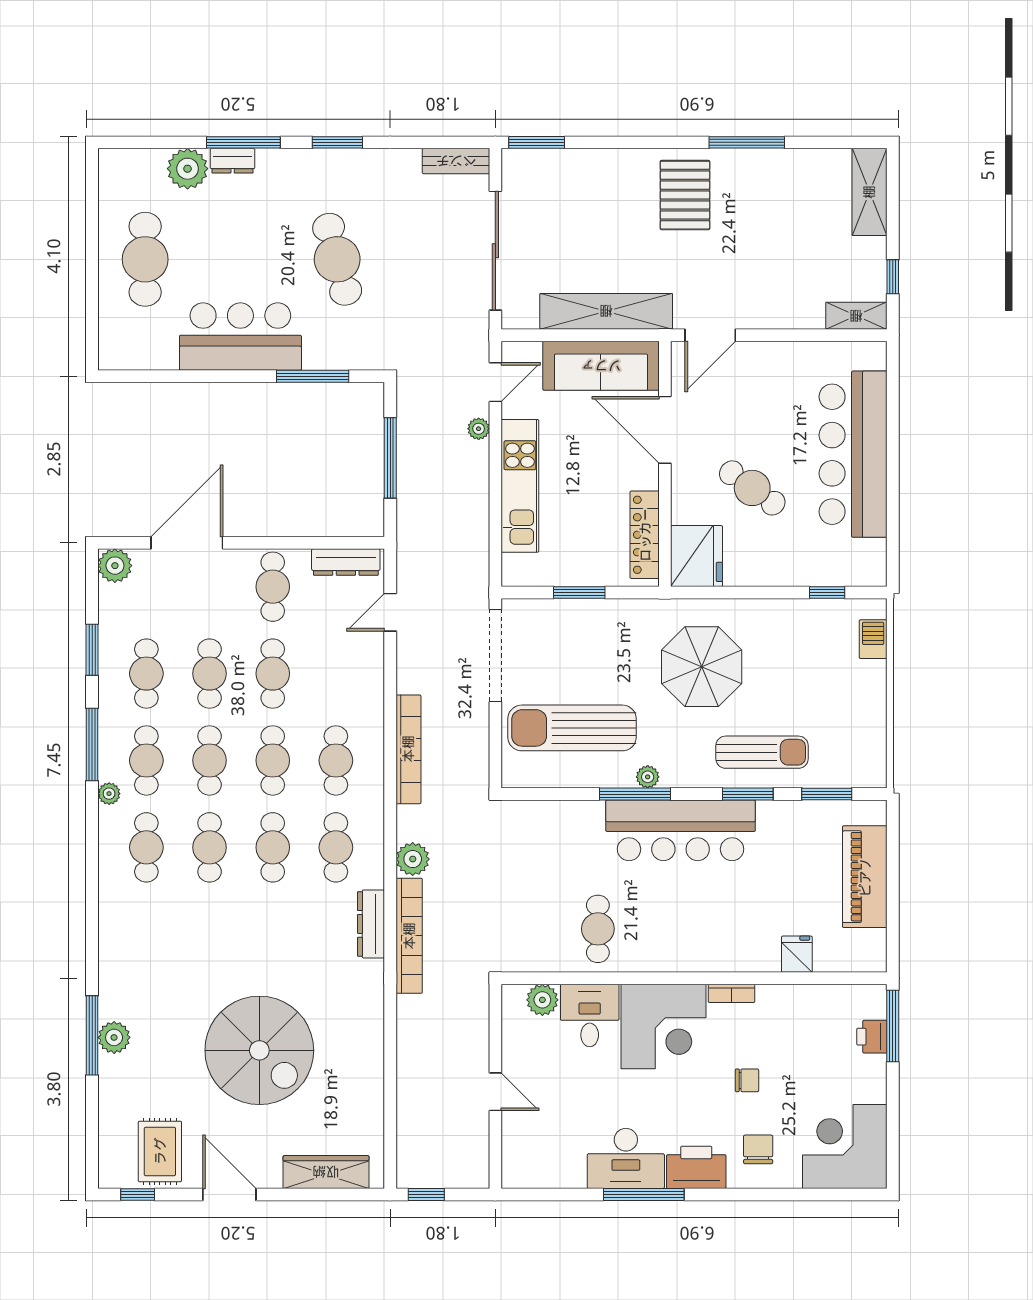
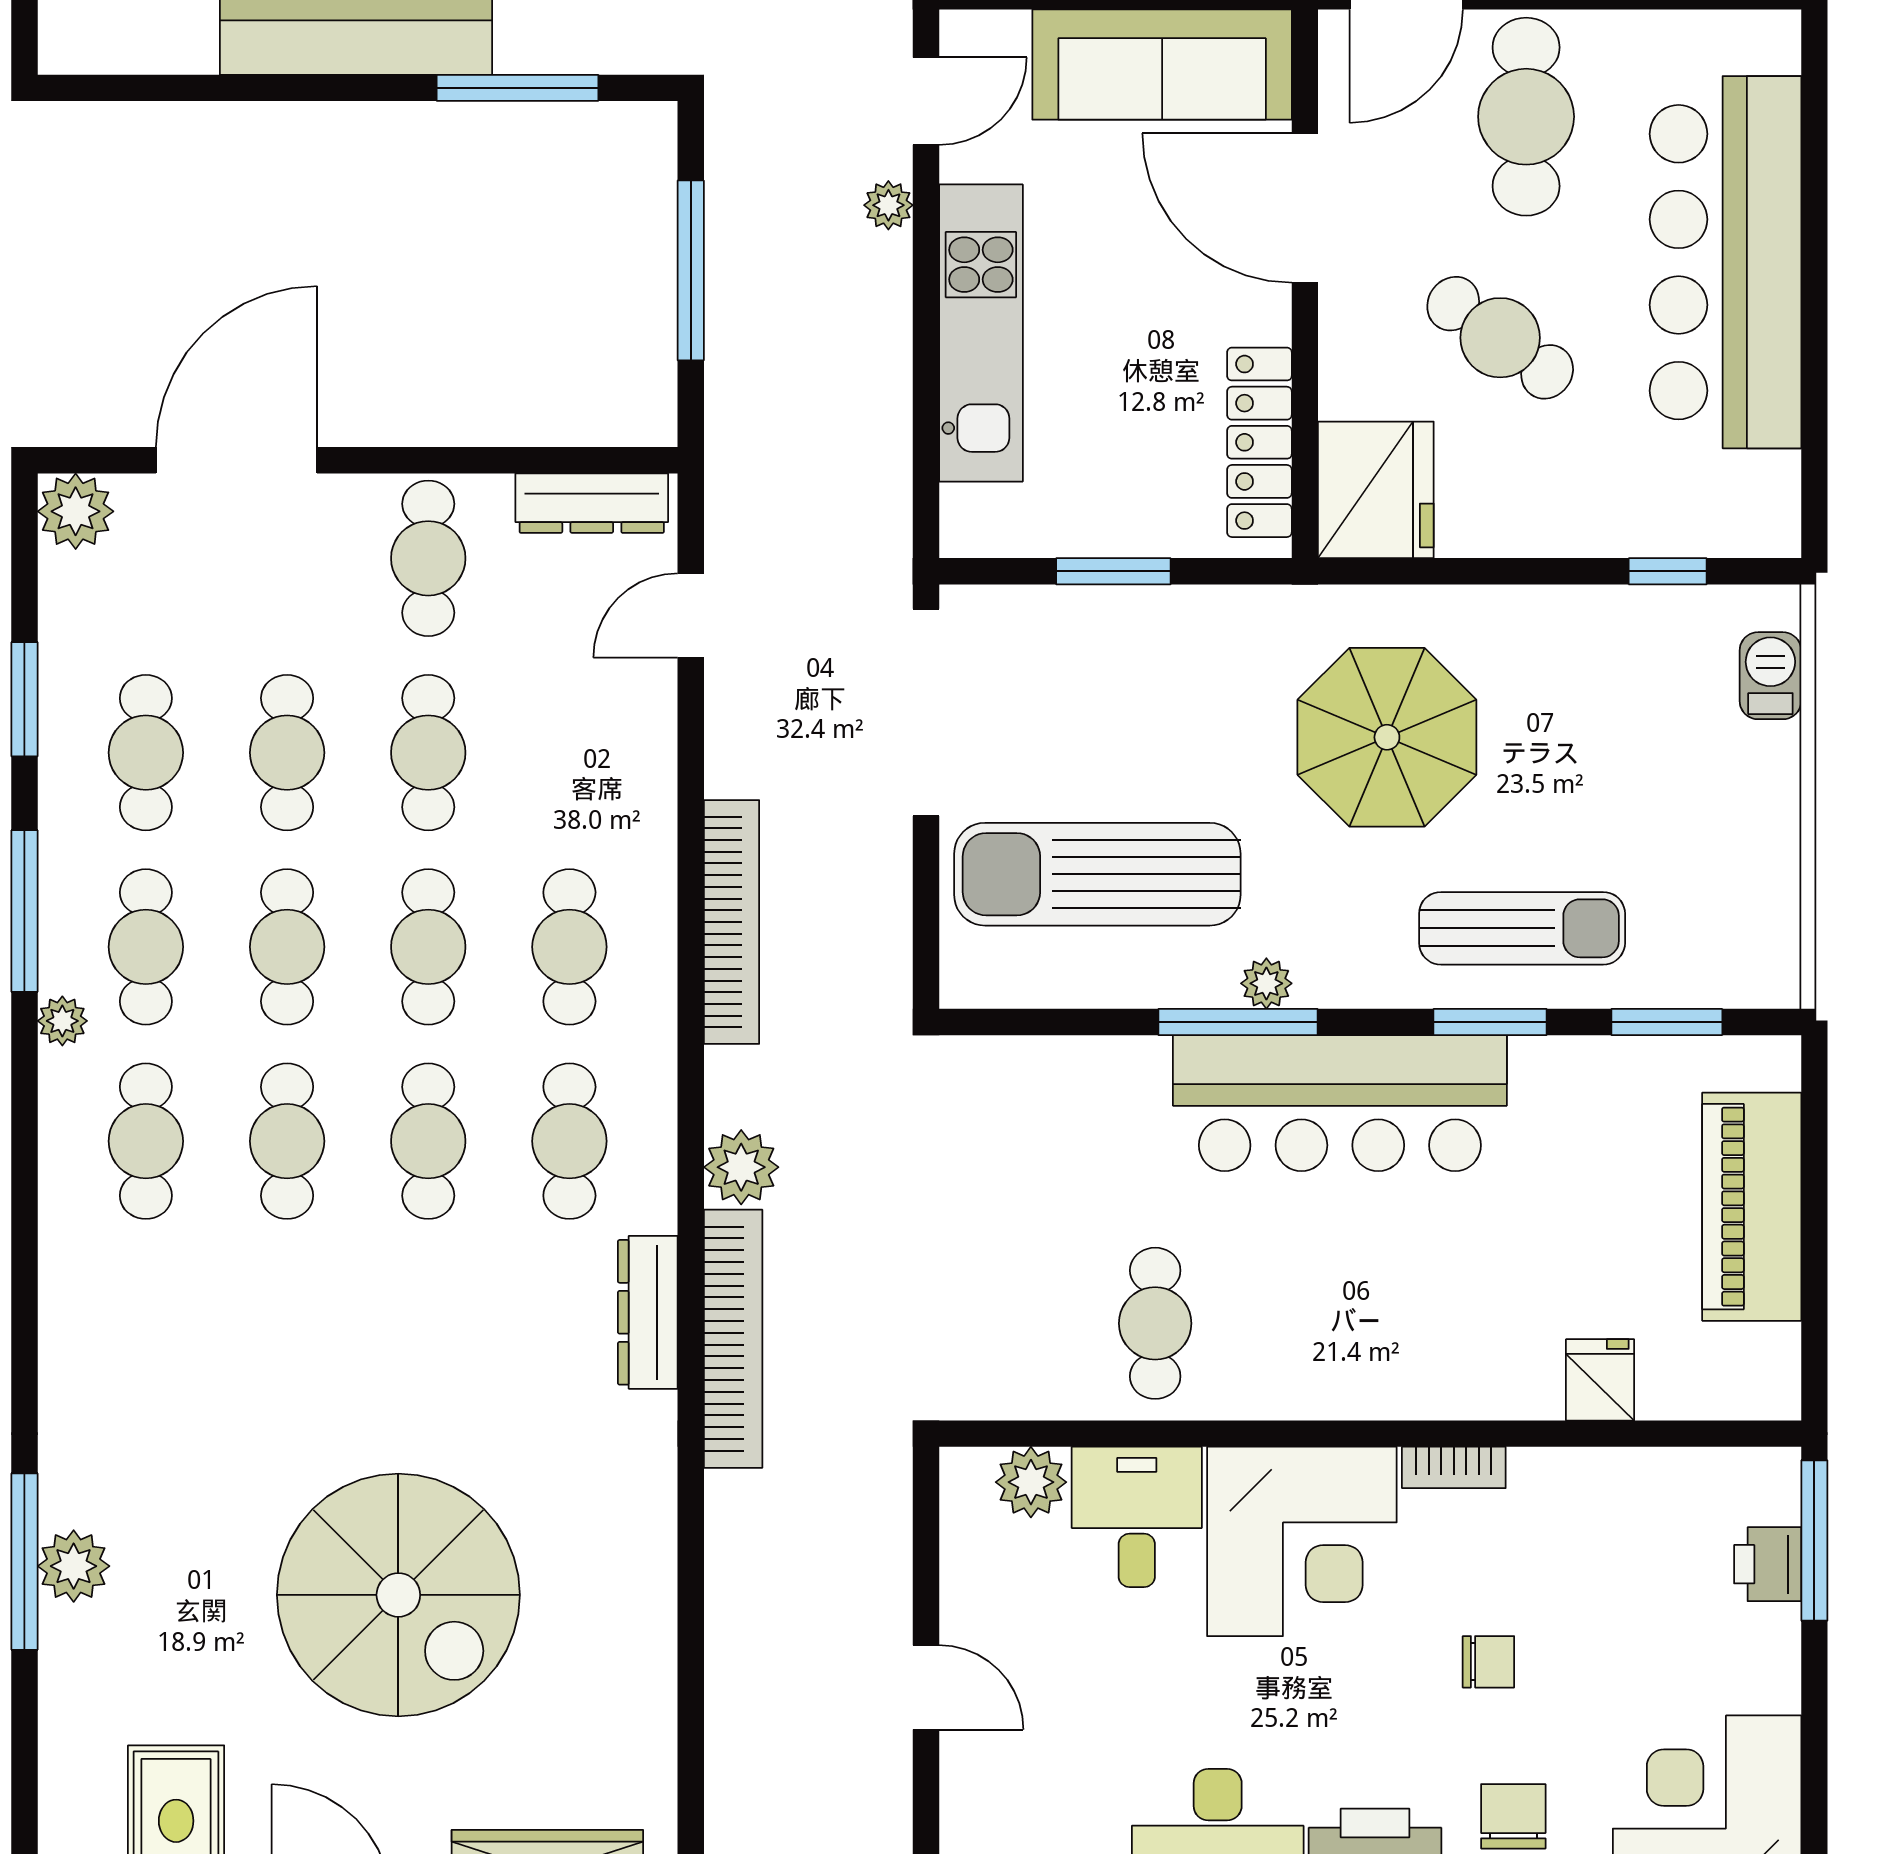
cafe table: (764, 389) -> (1526, 117), added

